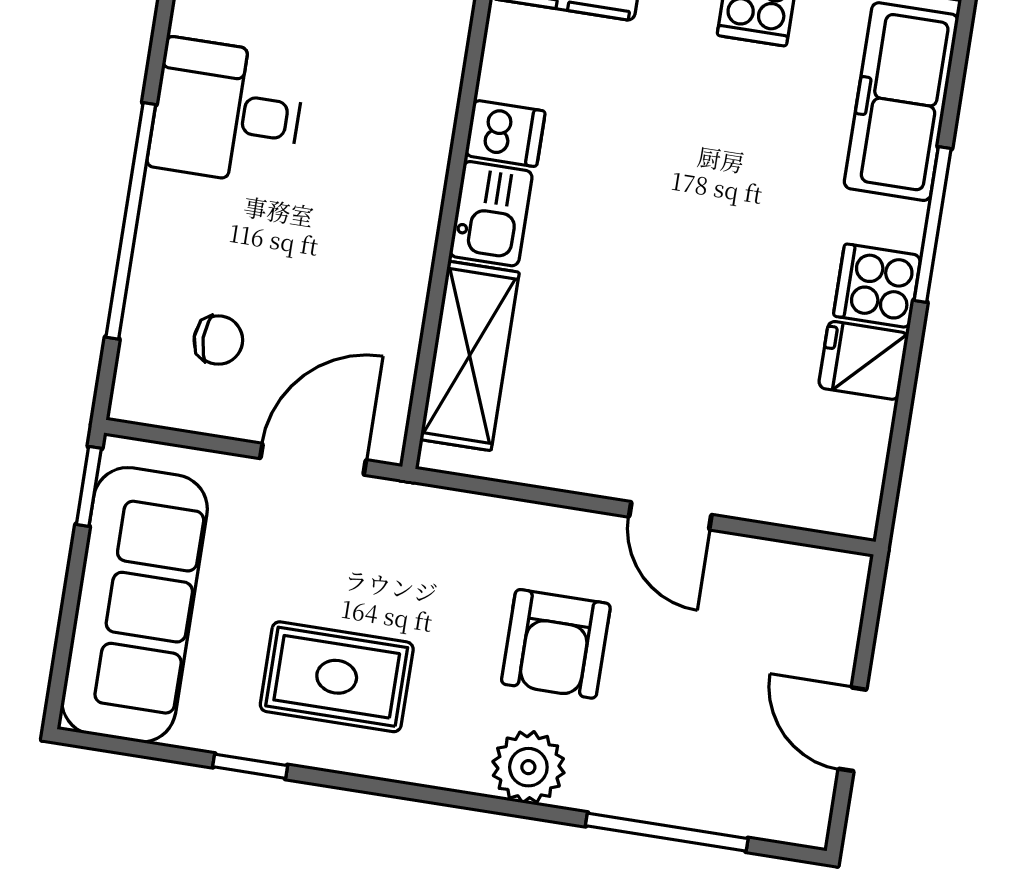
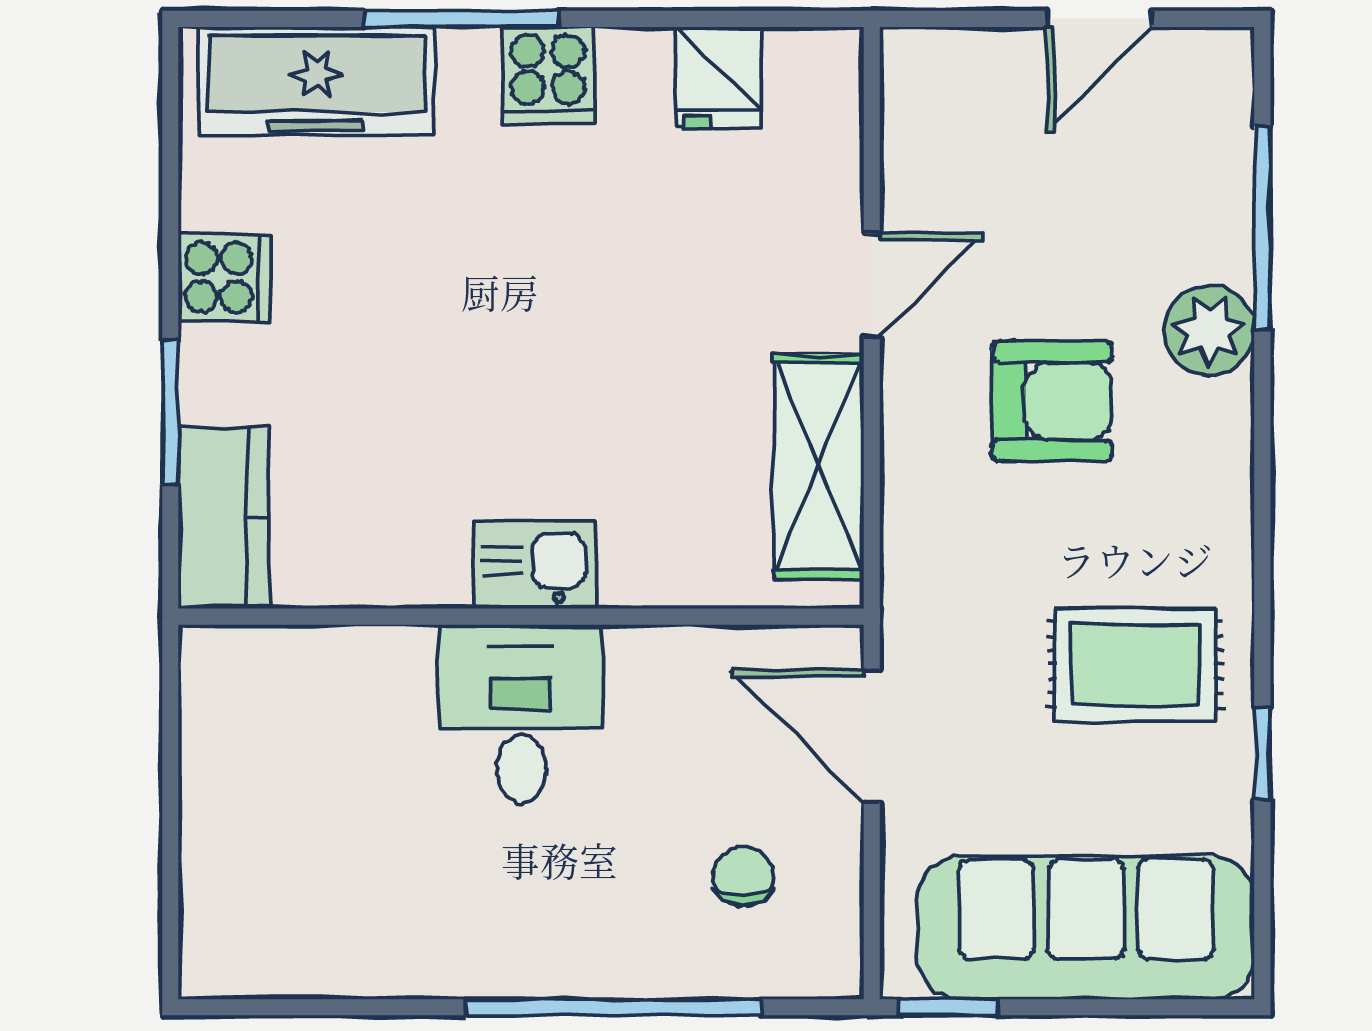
desk: (227, 112) -> (521, 714), moved, turned 180
dishwasher: (505, 133) -> (433, 563), removed
shelving: (470, 356) -> (819, 467), moved, turned 90
fridge: (863, 360) -> (719, 77), moved
rug: (337, 677) -> (1135, 665), turned 90
plant: (528, 767) -> (1209, 331), moved

